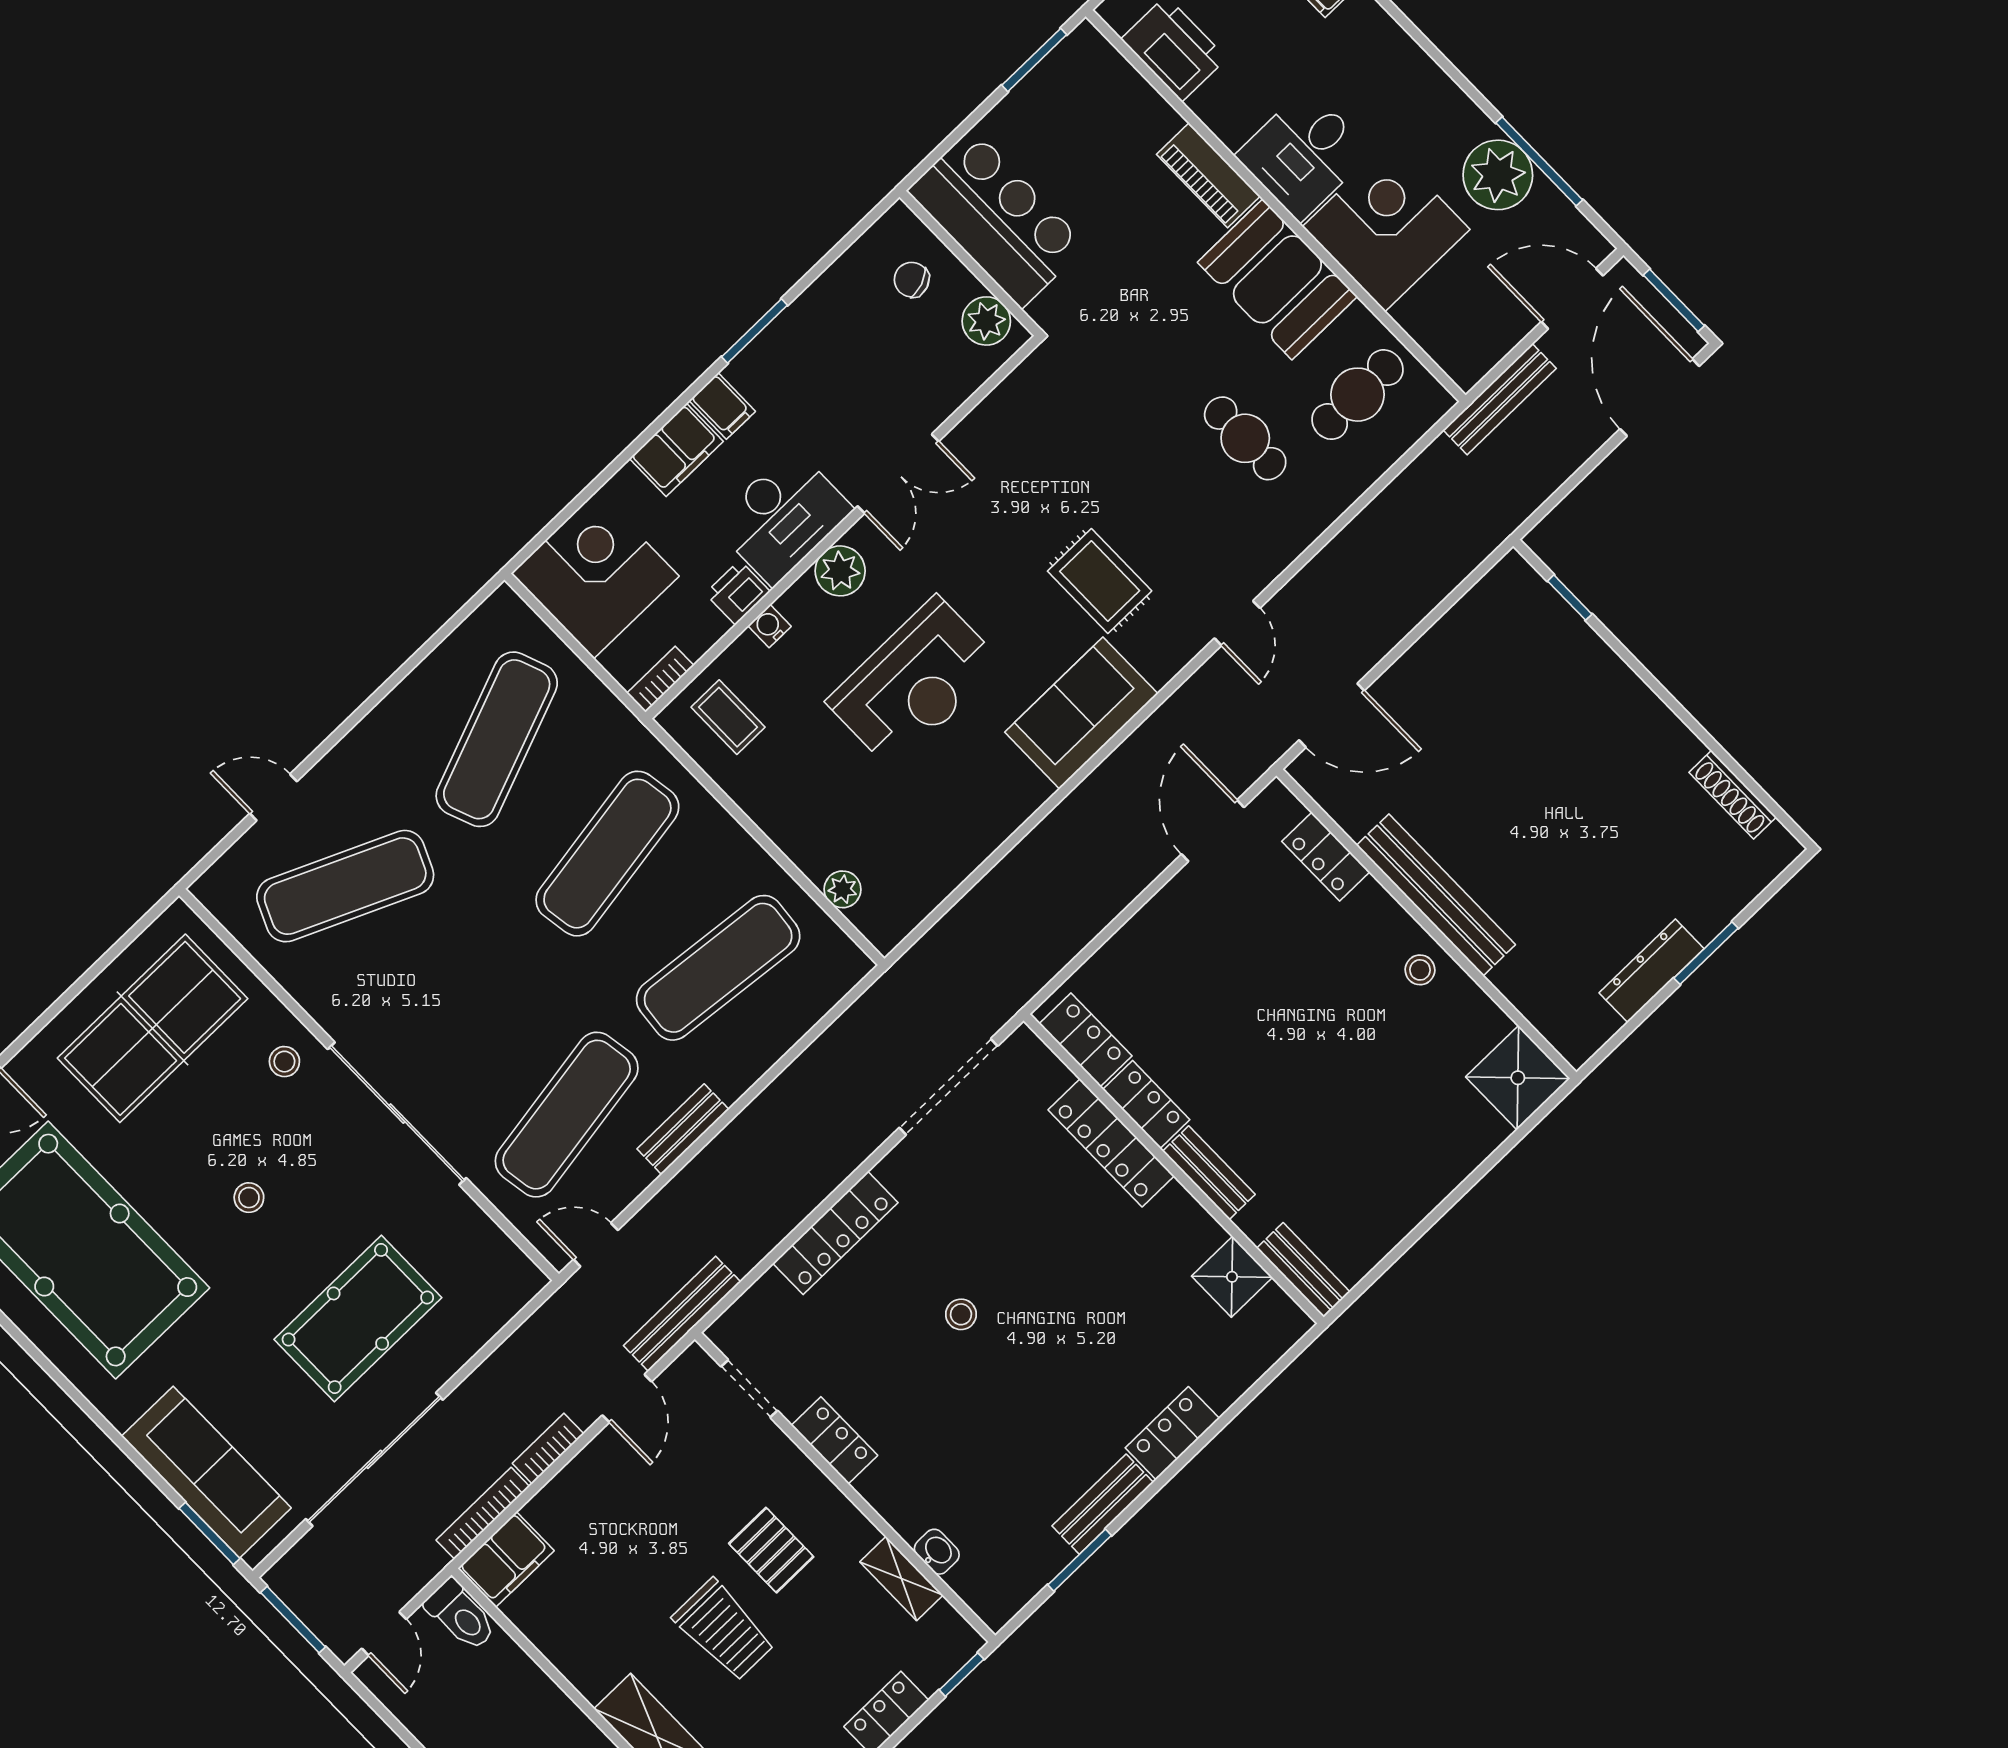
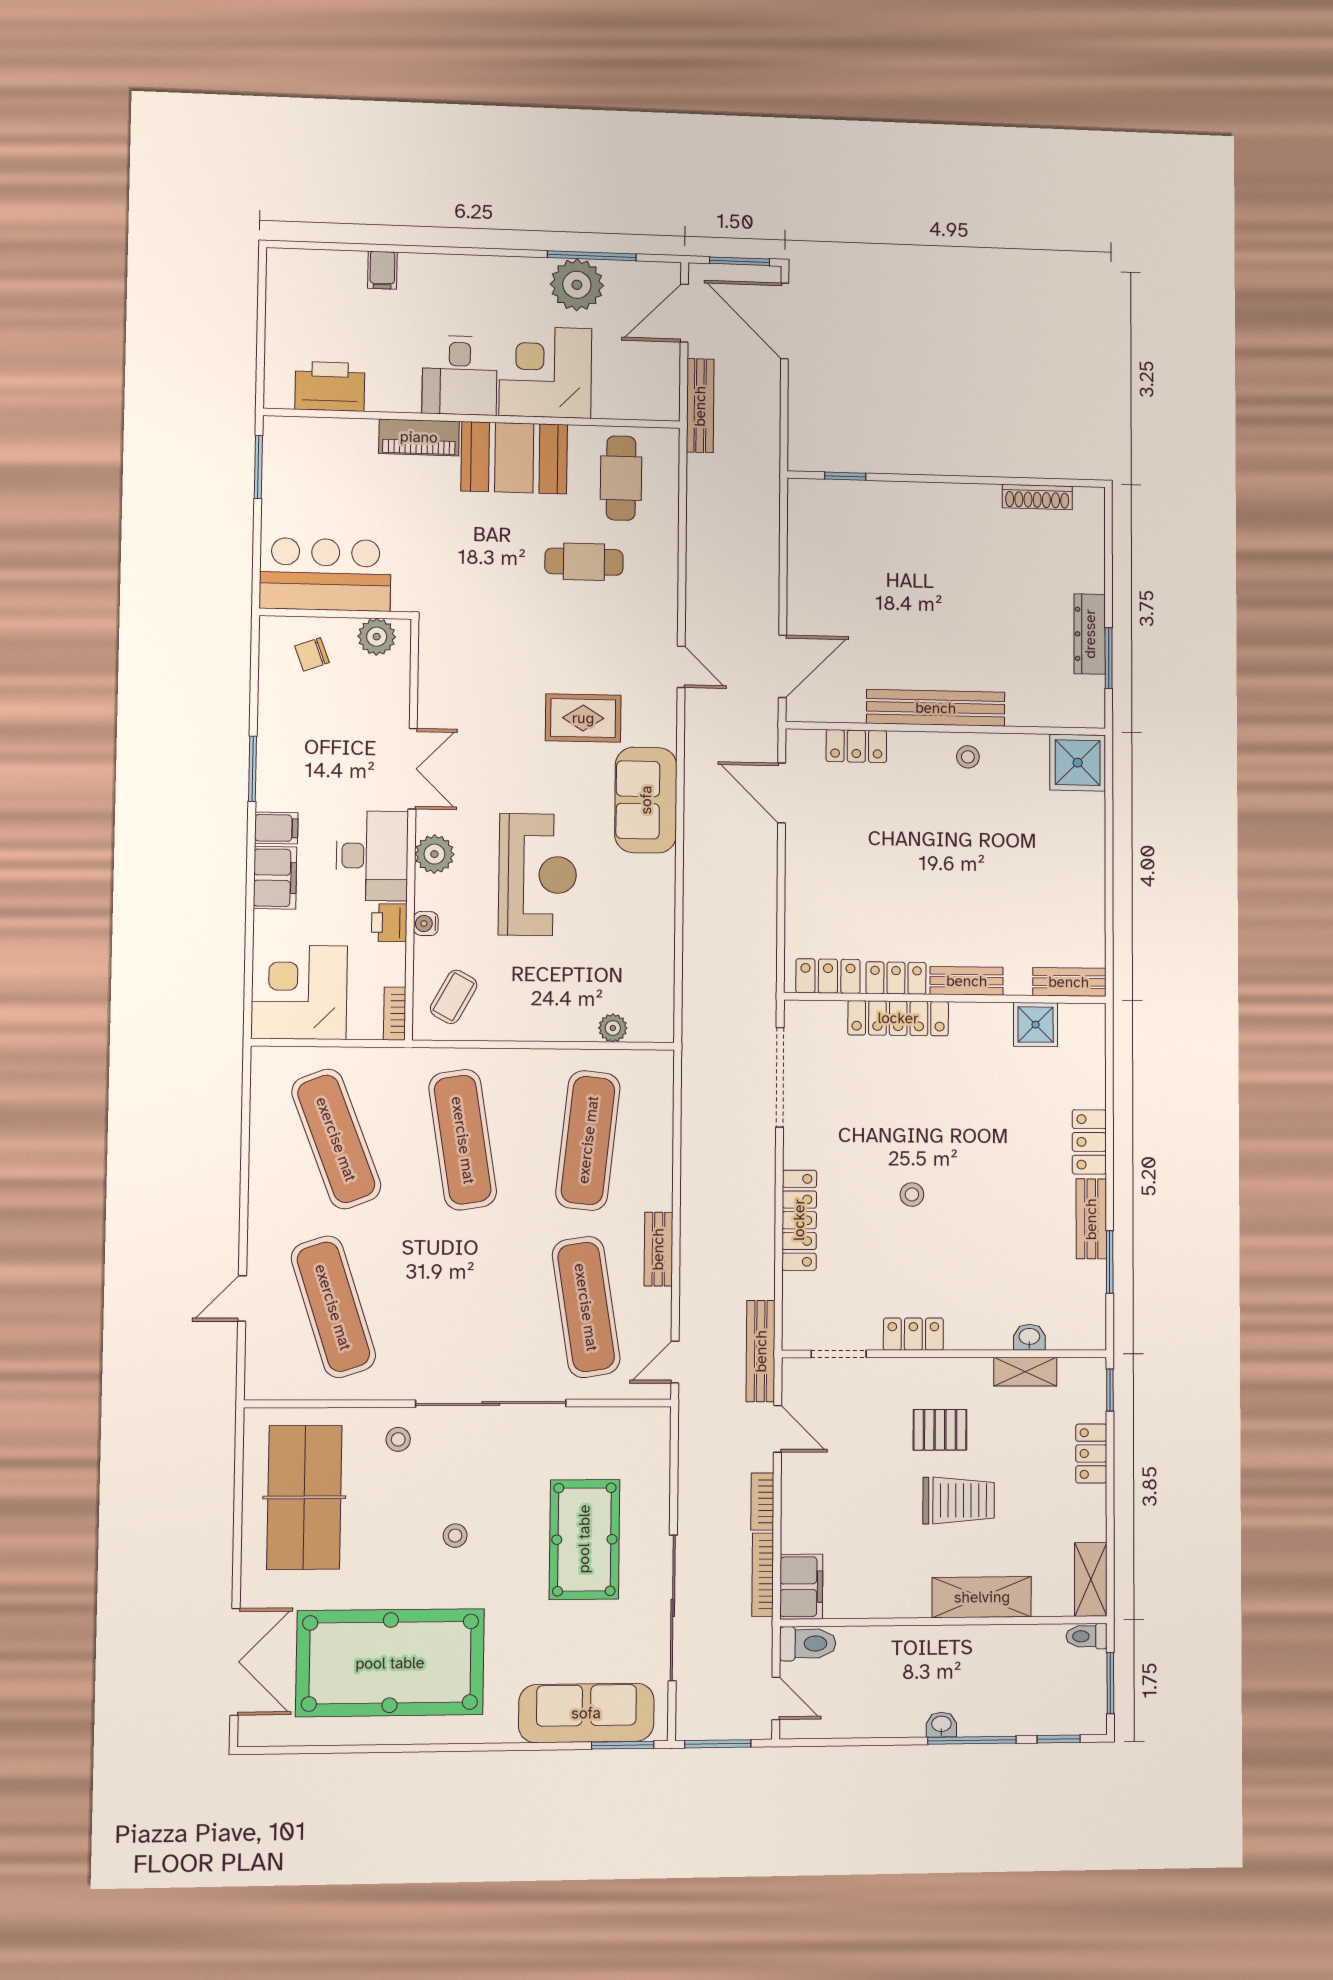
coffee table: (728, 717) -> (454, 997), turned -61
exercise mat: (345, 886) -> (333, 1307), turned -42
window: (1706, 953) -> (1109, 658), moved

